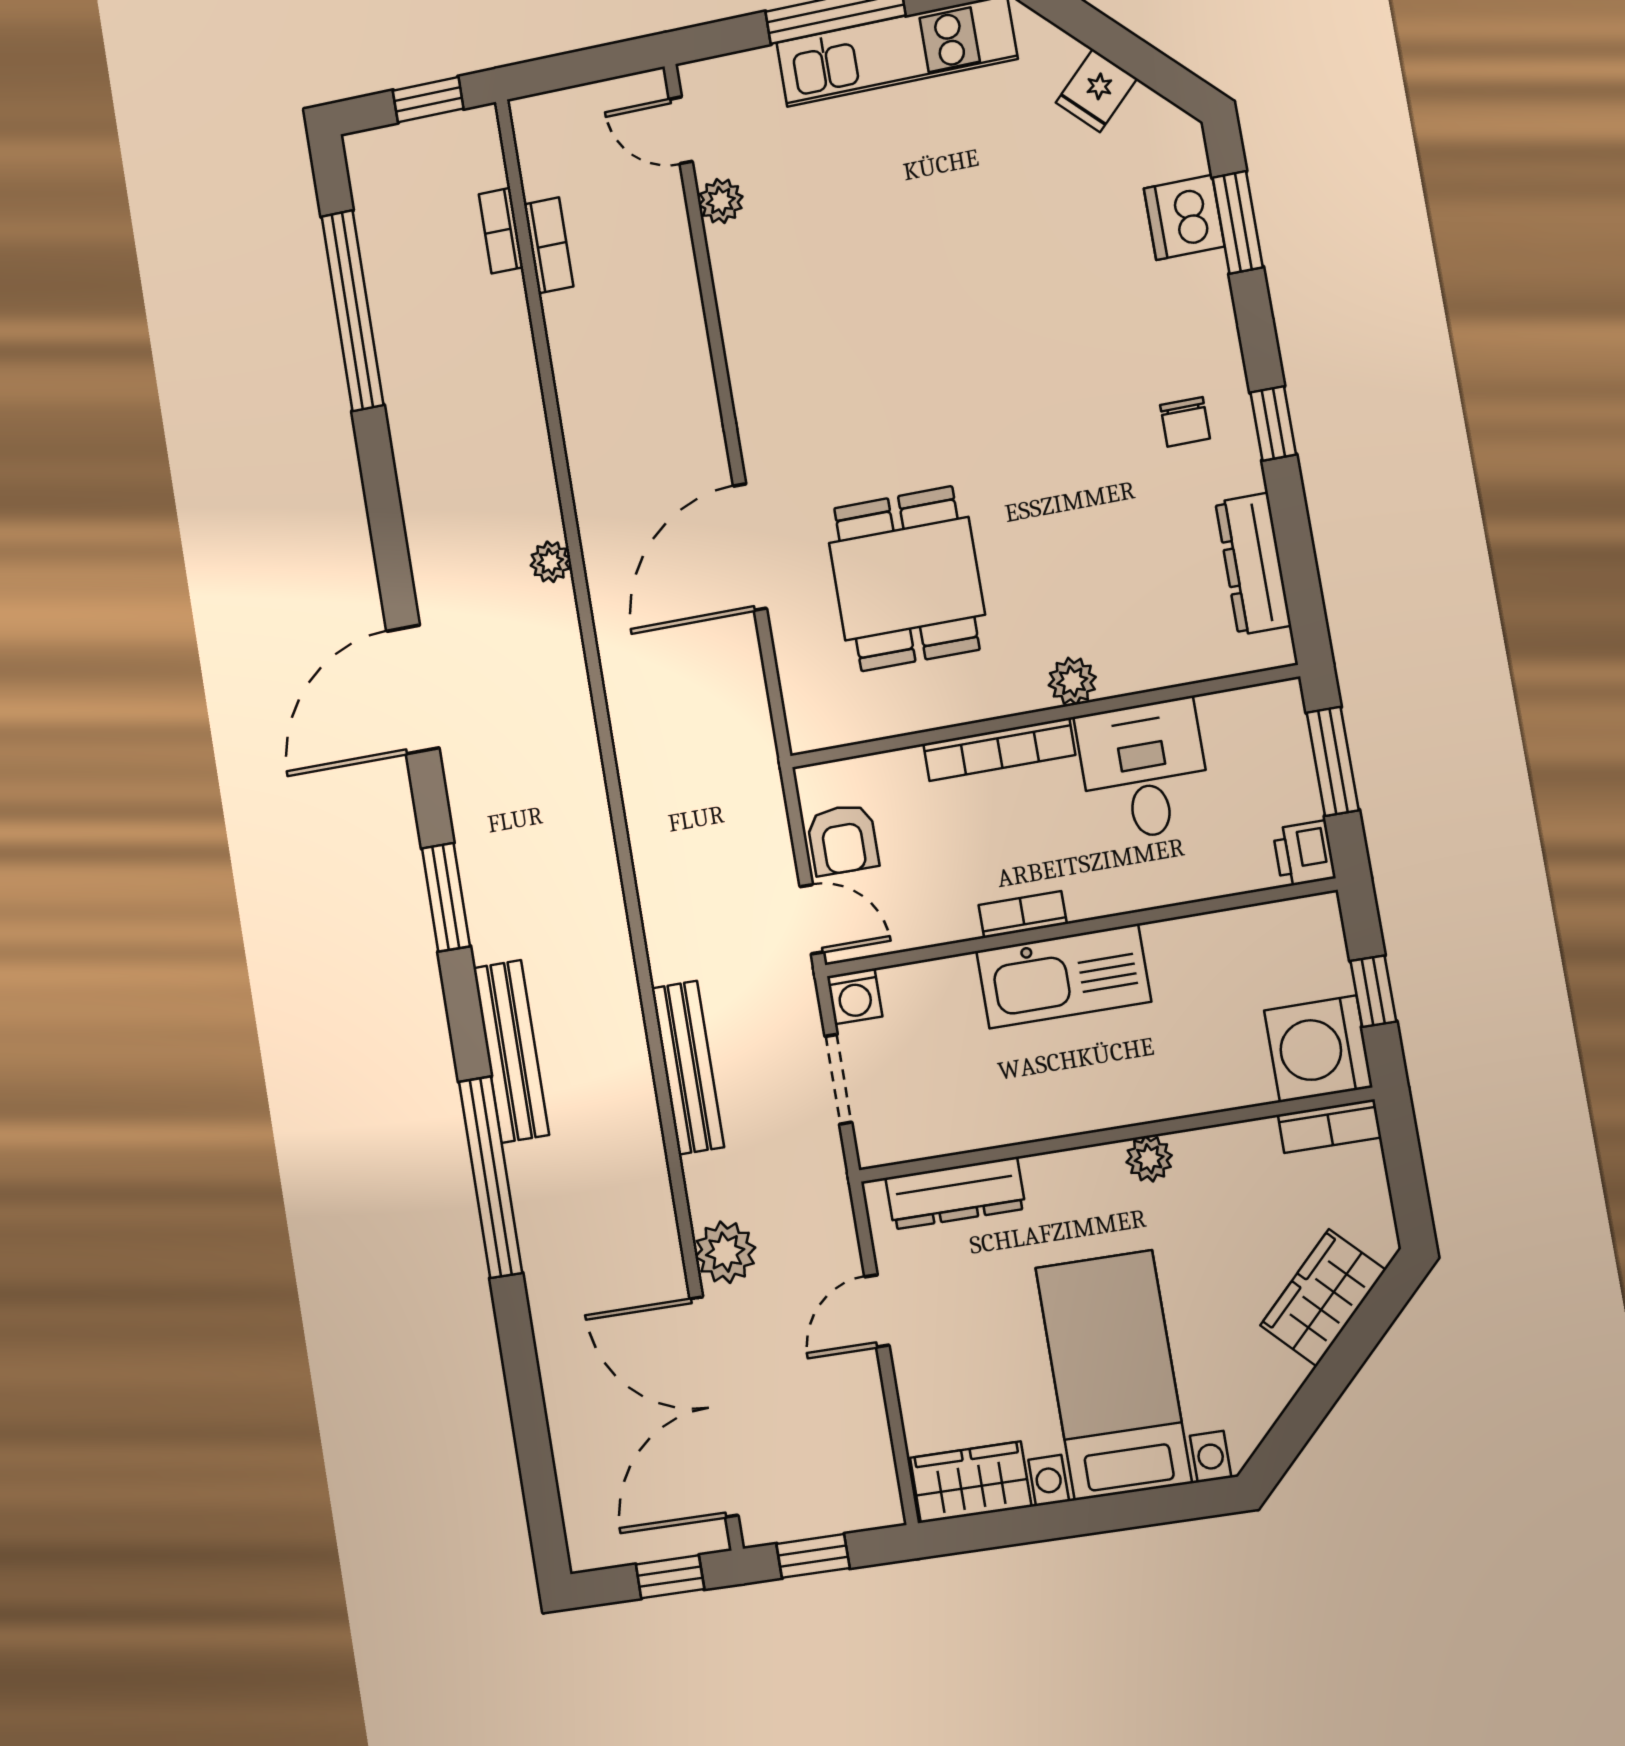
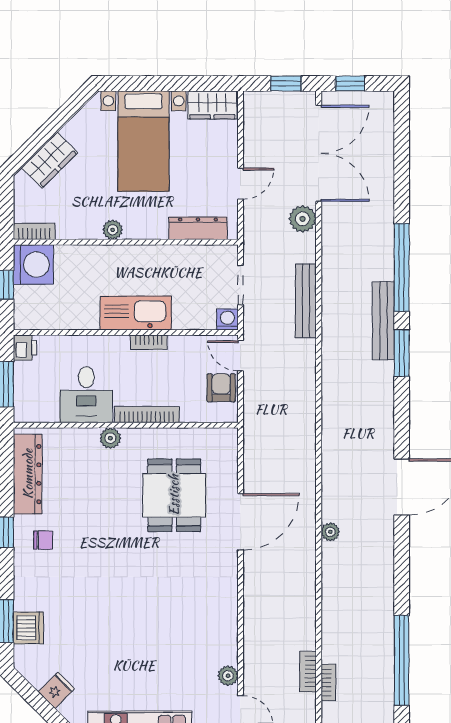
chair: (1185, 422) -> (43, 540), turned 90
dresser: (1253, 564) -> (28, 474), width x1.37, depth x1.24
window: (446, 897) -> (402, 353), moved

